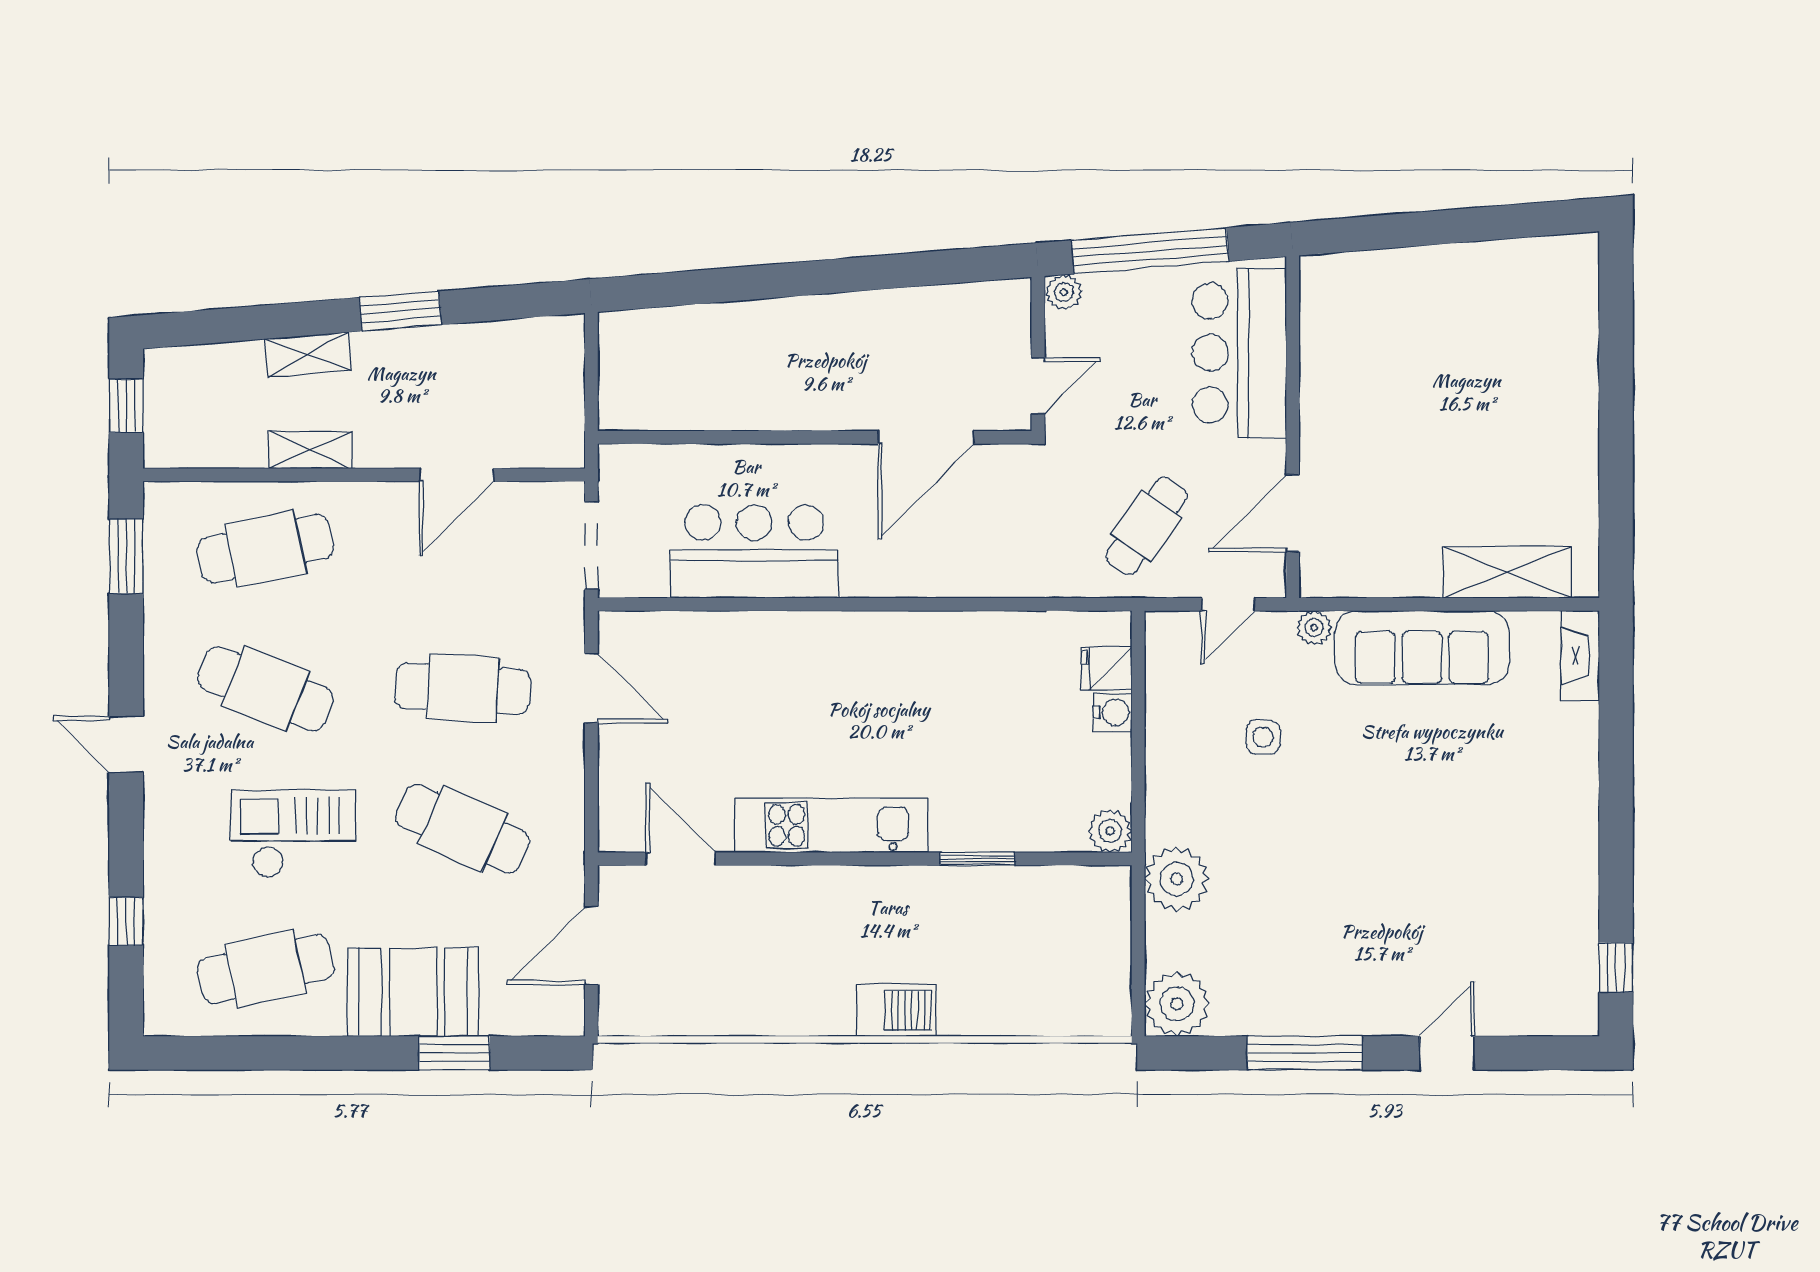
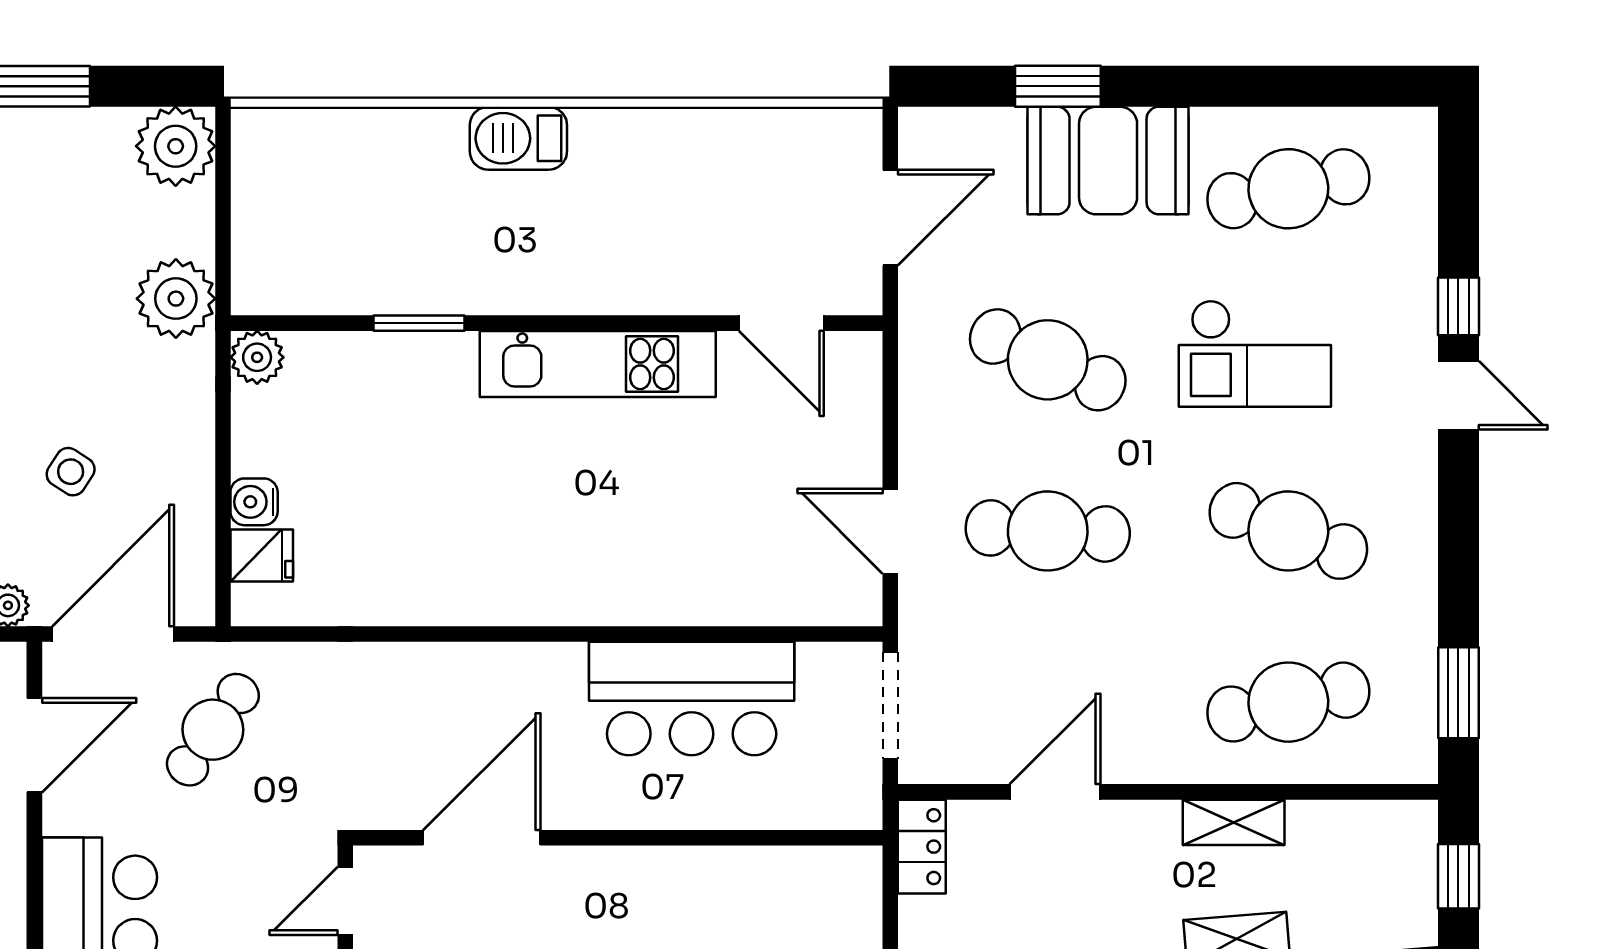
locker: (566, 430) -> (922, 847), added
door: (1228, 604) -> (113, 634), width x1.87
side table: (1263, 737) -> (71, 472), turned 33
door: (126, 744) -> (1458, 395), moved
window: (126, 921) -> (1458, 306), moved

